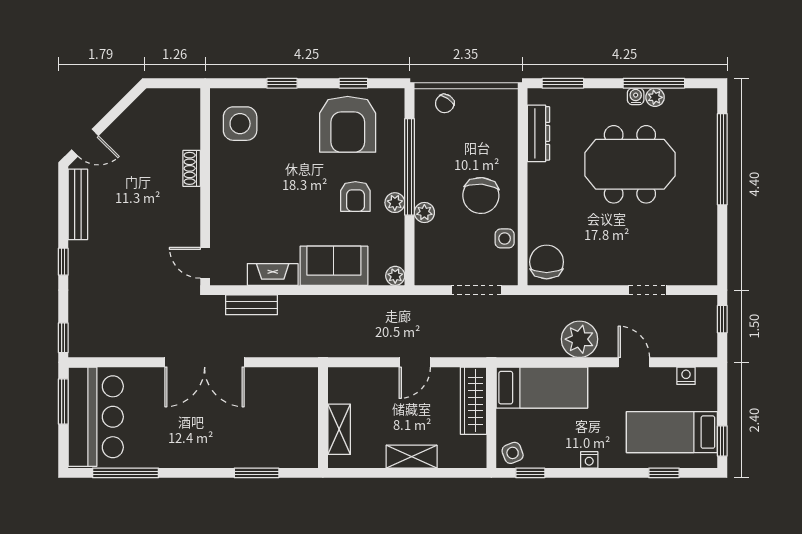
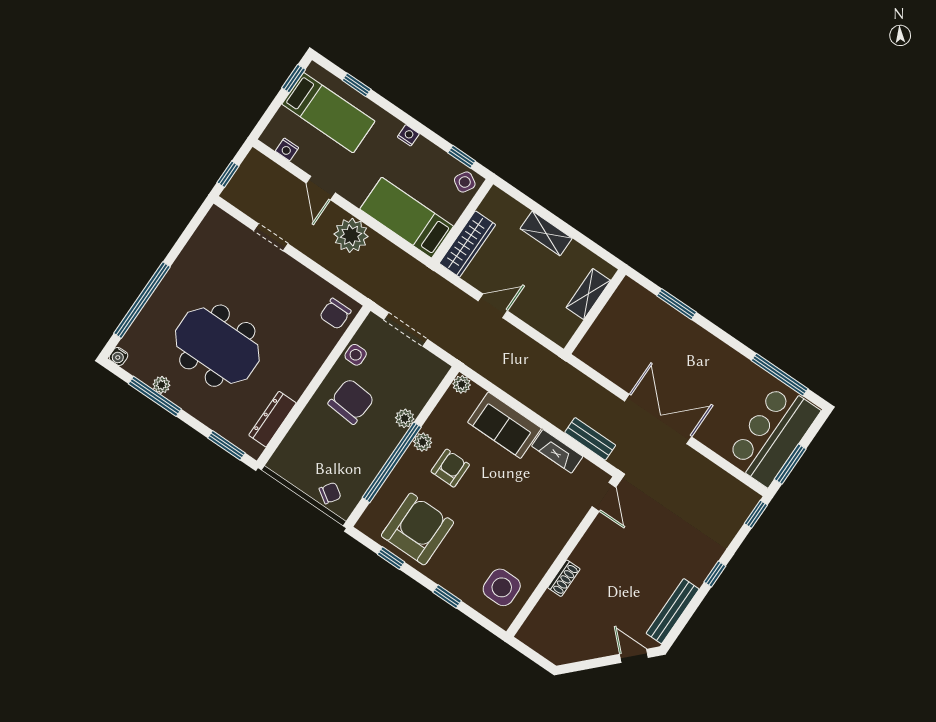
water cooler: (636, 96) -> (119, 356), moved
chair: (547, 262) -> (335, 314), width x0.73, depth x0.73
side table: (513, 453) -> (465, 182), turned -38

